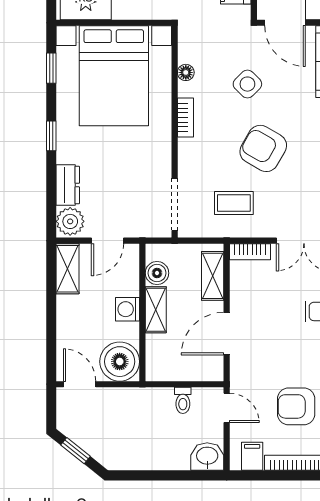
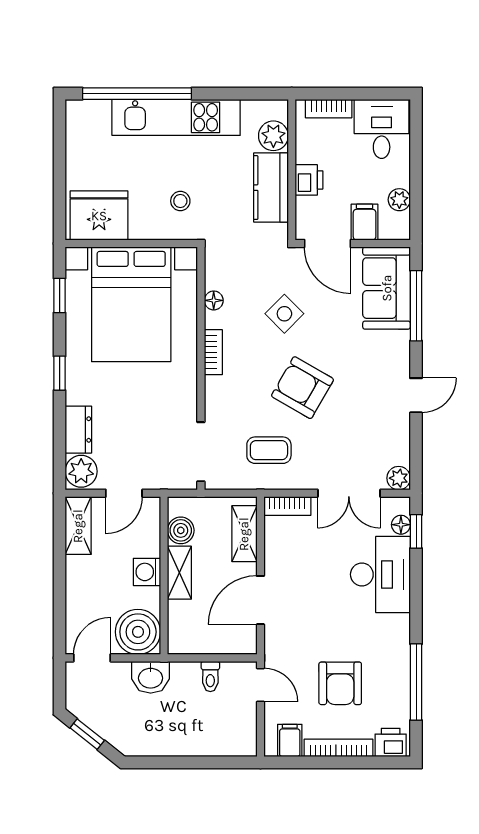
door: (80, 384) -> (92, 658), hinge flipped
armchair: (296, 406) -> (340, 683), turned -90
washbasin: (207, 456) -> (151, 677), moved, turned 180

